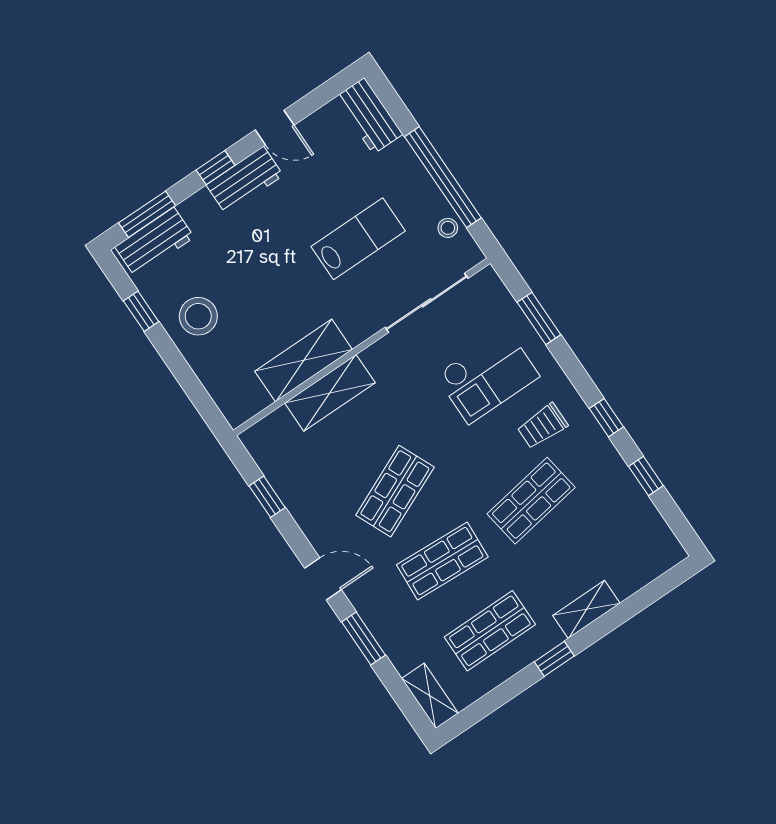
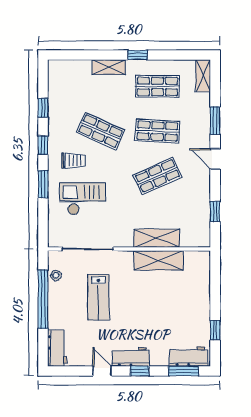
lab bench: (358, 239) -> (98, 297), turned -90
stool: (198, 316) -> (192, 311), removed
window: (539, 318) -> (43, 184), moved
shop shelf: (531, 501) -> (101, 131), turned 33

